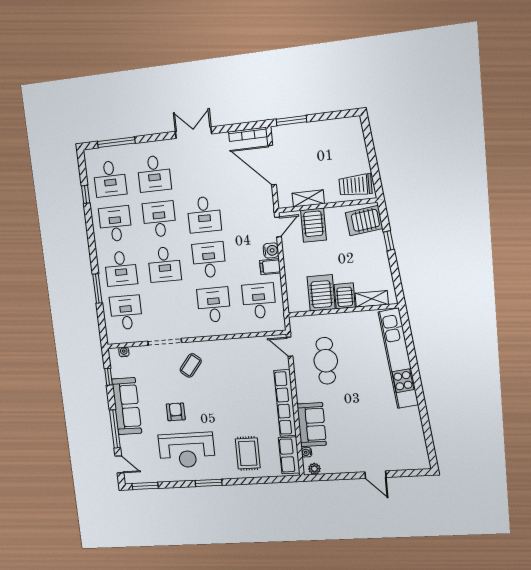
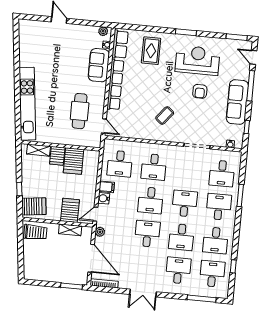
plant: (267, 204) -> (100, 232), added
coffee table: (191, 365) -> (165, 116), moved

